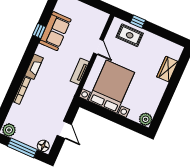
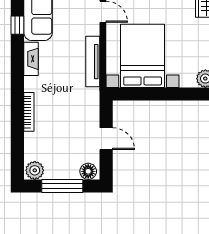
fireplace: (34, 67) -> (31, 59), moved
tv unit: (80, 71) -> (93, 62), width x1.41

